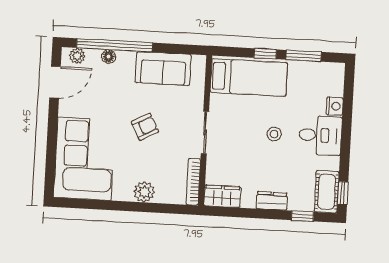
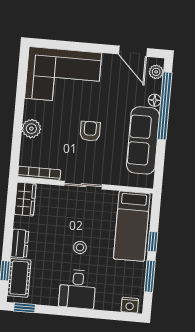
sofa: (163, 68) -> (143, 140), width x1.36
nightstand: (335, 106) -> (130, 305), moved
armchair: (145, 127) -> (90, 131), turned -152
cot: (327, 192) -> (19, 278), moved, turned 90

